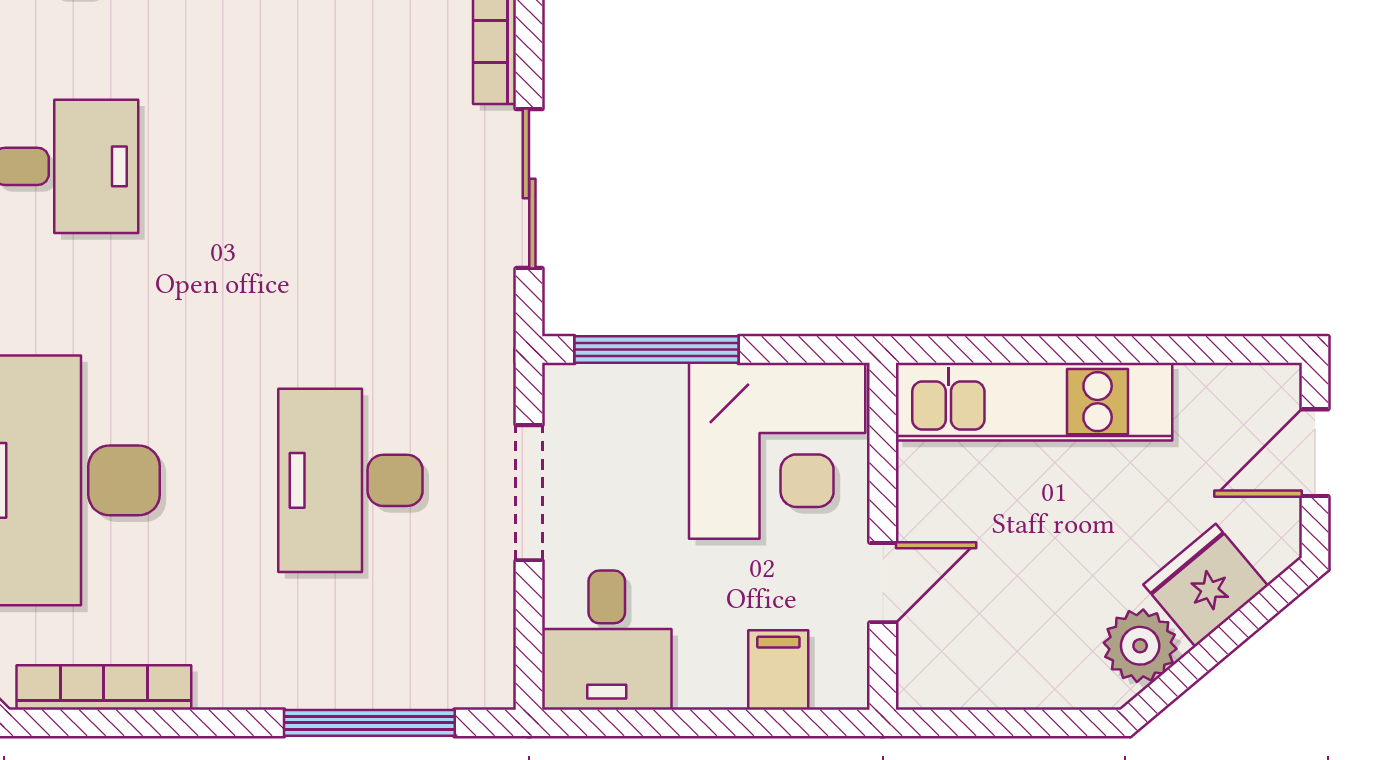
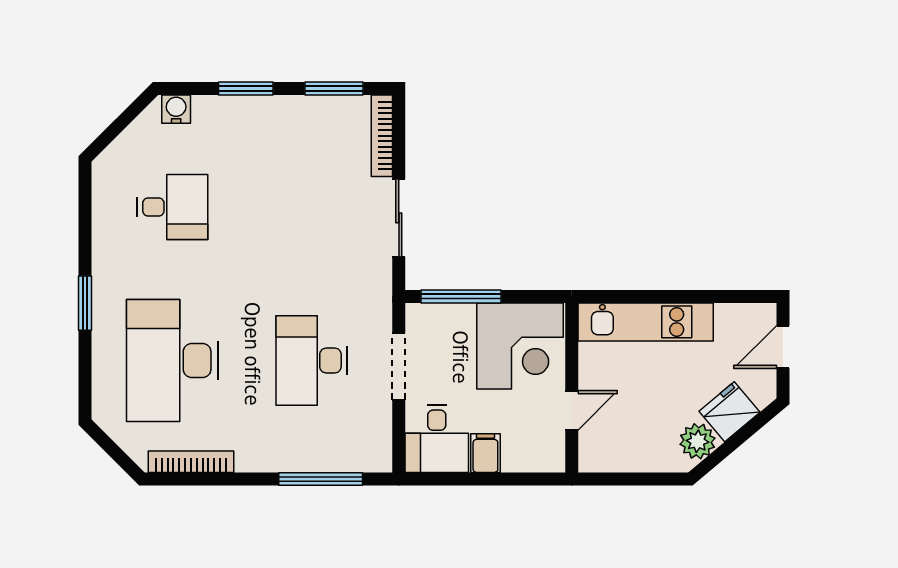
filing cabinet: (778, 670) -> (485, 453), moved

